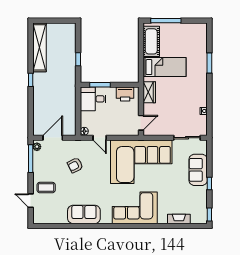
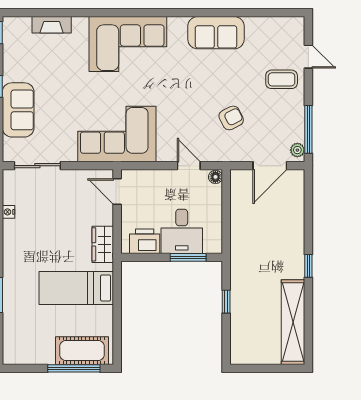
cot: (151, 41) -> (82, 351), moved, turned 90
desk: (93, 99) -> (182, 231), moved, turned 90
door: (141, 123) -> (117, 191), hinge flipped
corner sofa: (141, 162) -> (117, 134), width x0.73, depth x0.74

